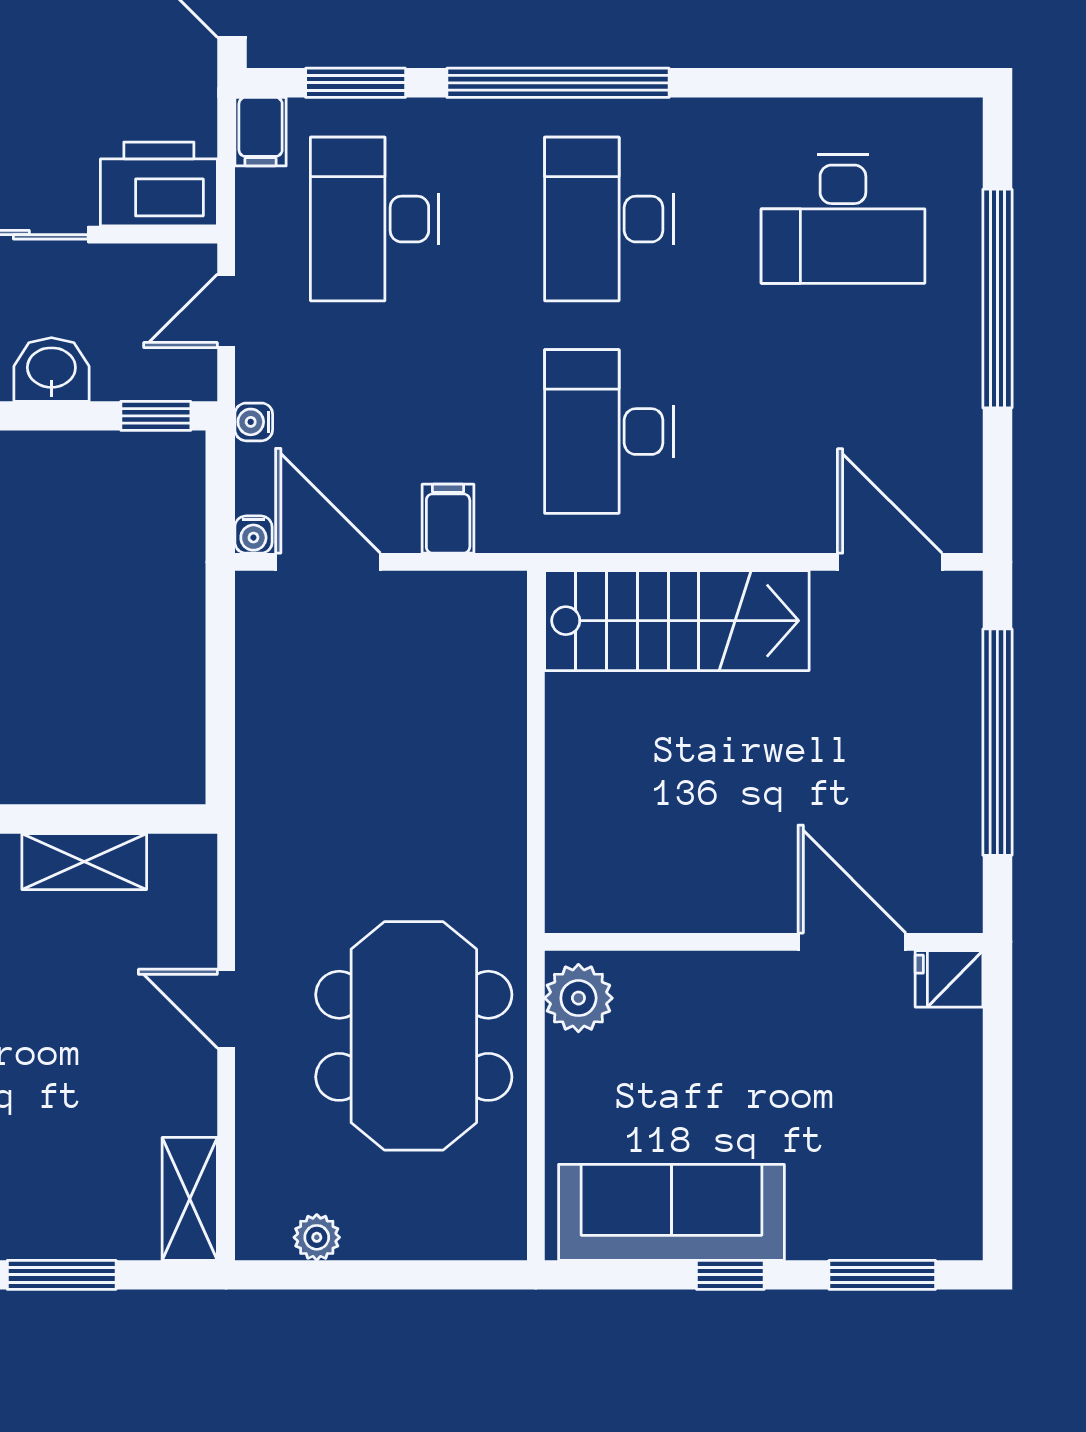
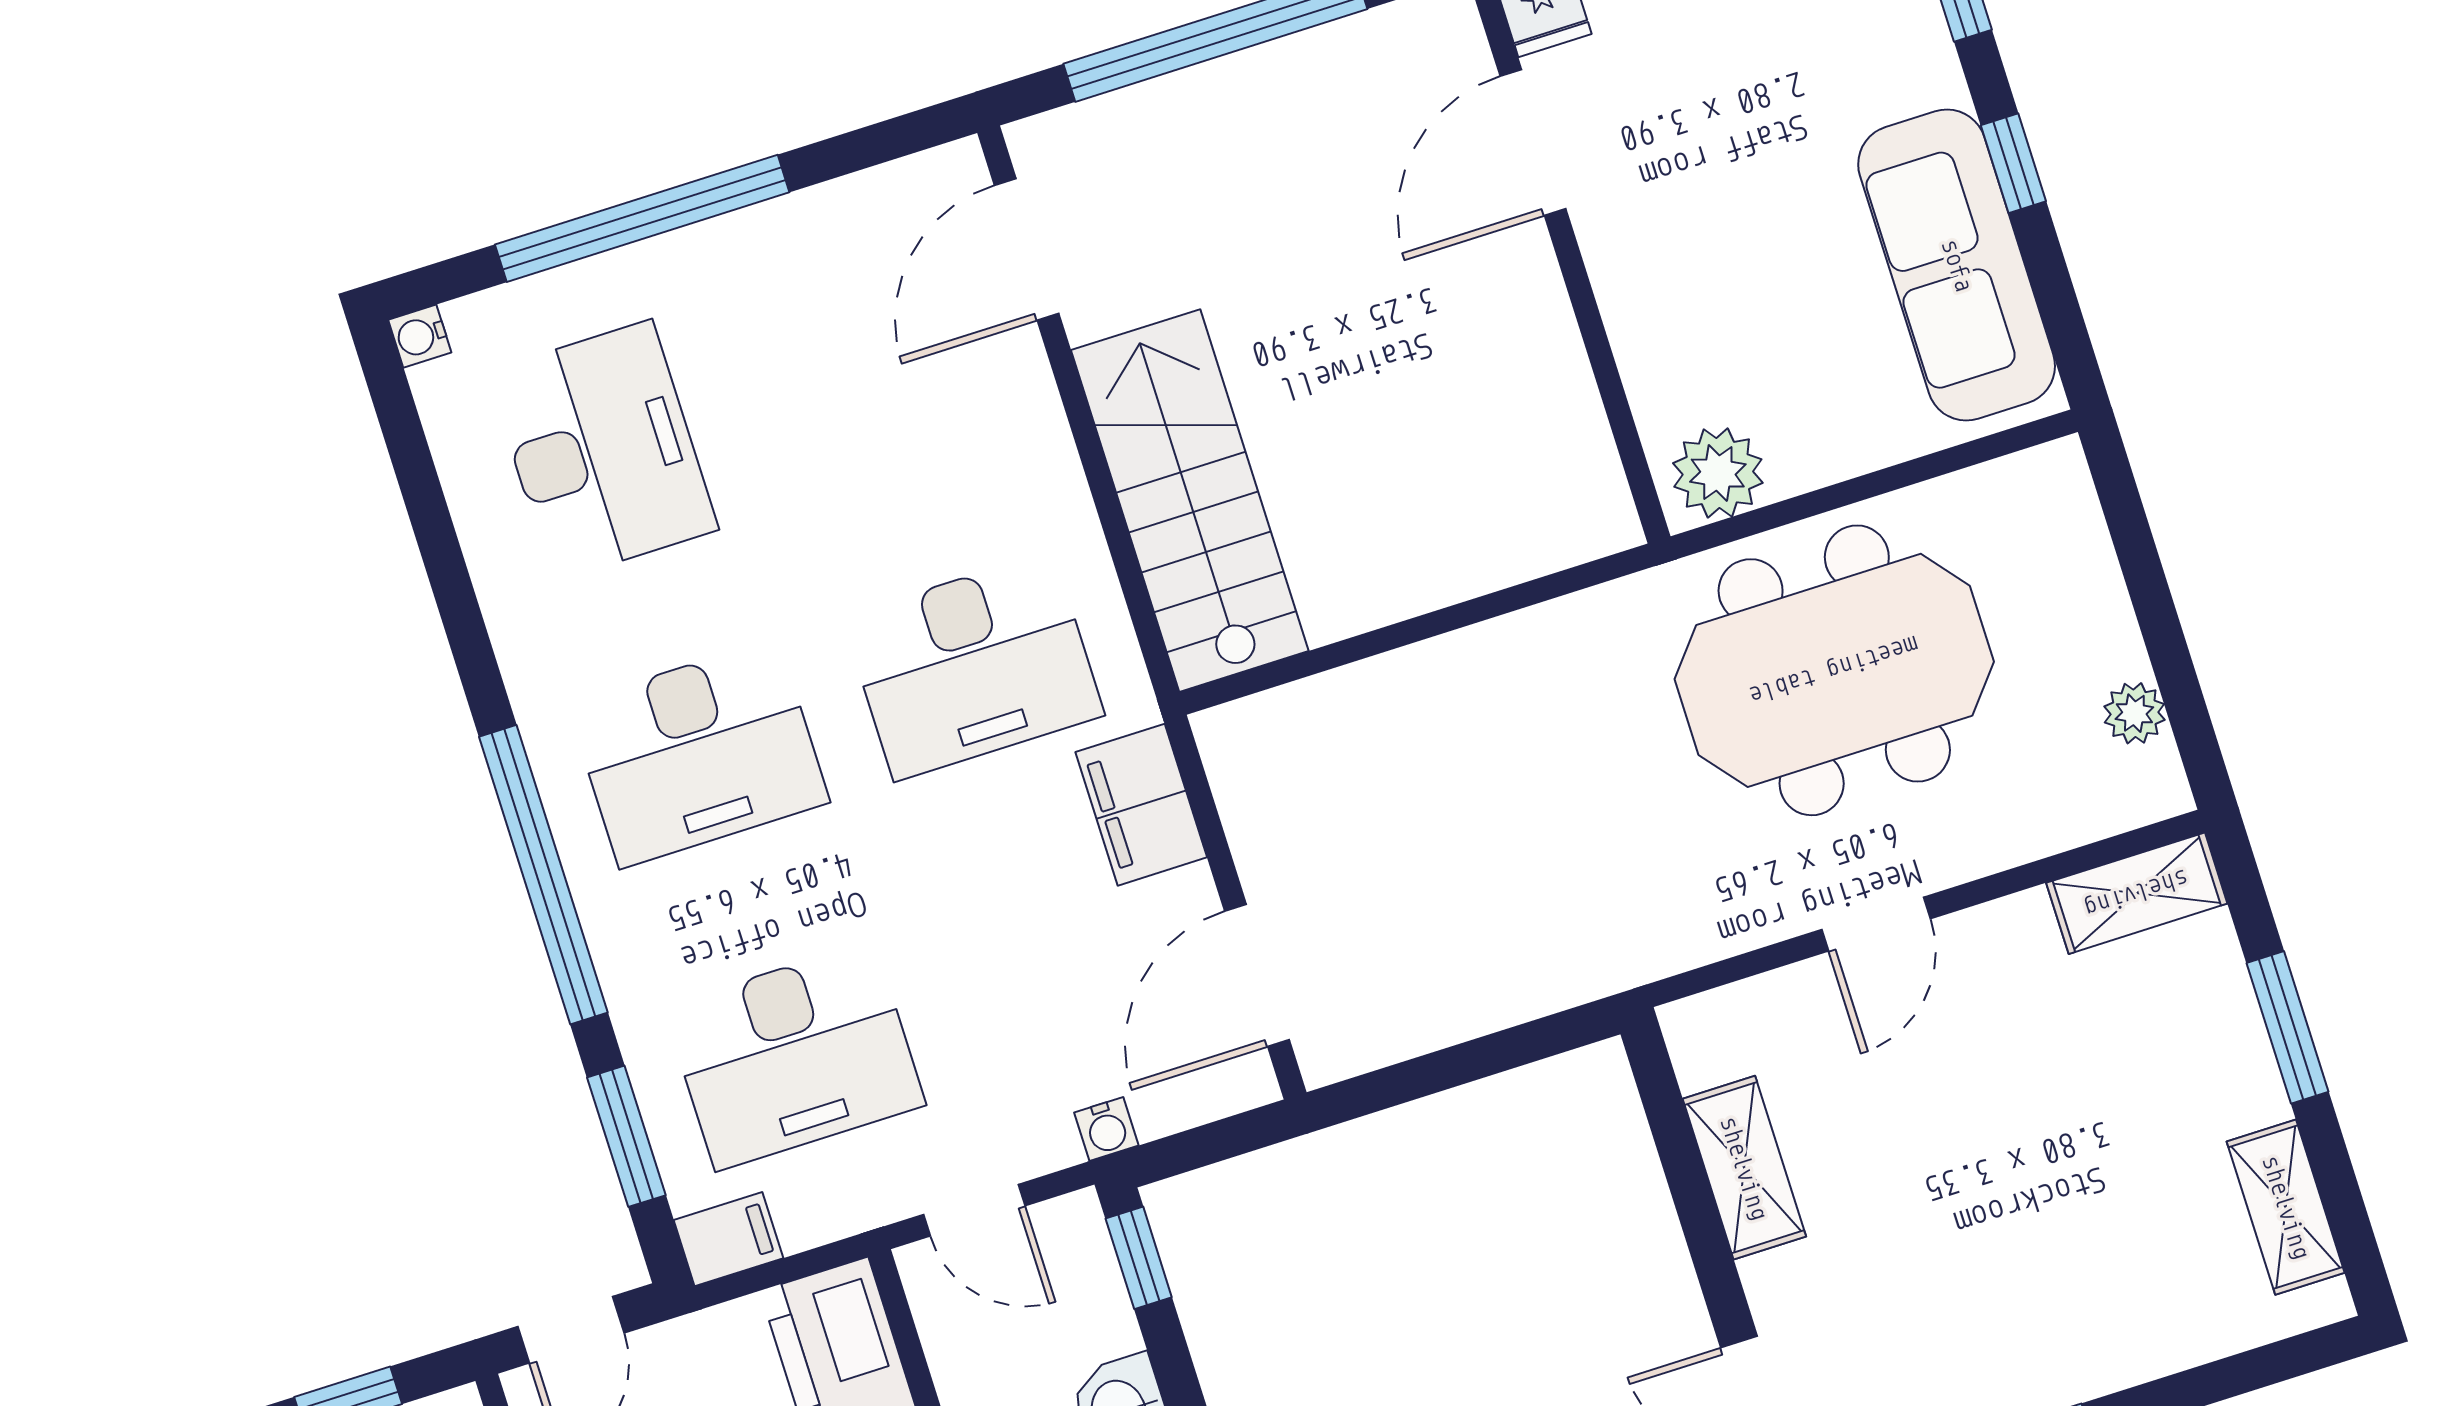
filing cabinet: (448, 519) -> (1141, 805), width x2.00
water cooler: (253, 535) -> (420, 336), moved, turned 180

